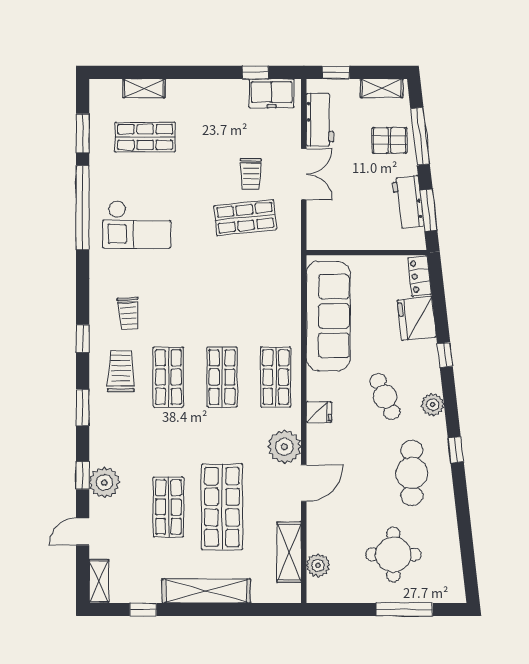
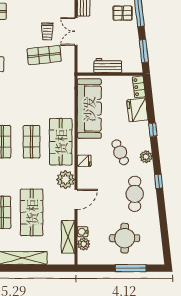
double door: (304, 174) -> (76, 31), swing flipped
workbench: (408, 202) -> (108, 66), moved, turned 96
shop shelf: (276, 377) -> (61, 142), width x1.43, depth x1.36
water cooler: (316, 543) -> (83, 232), added

